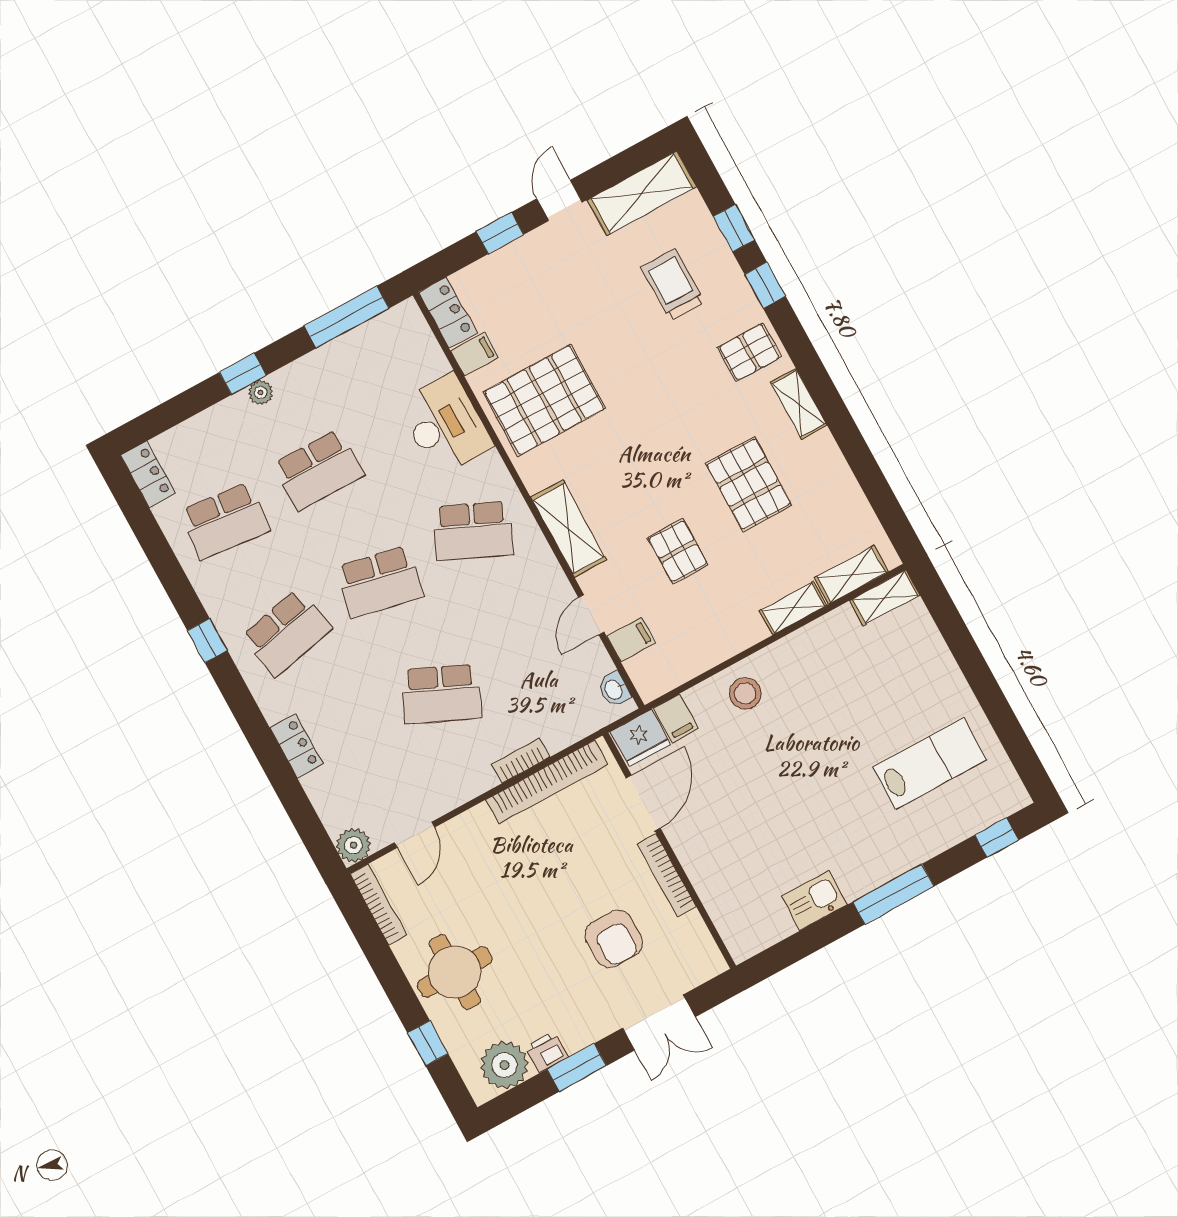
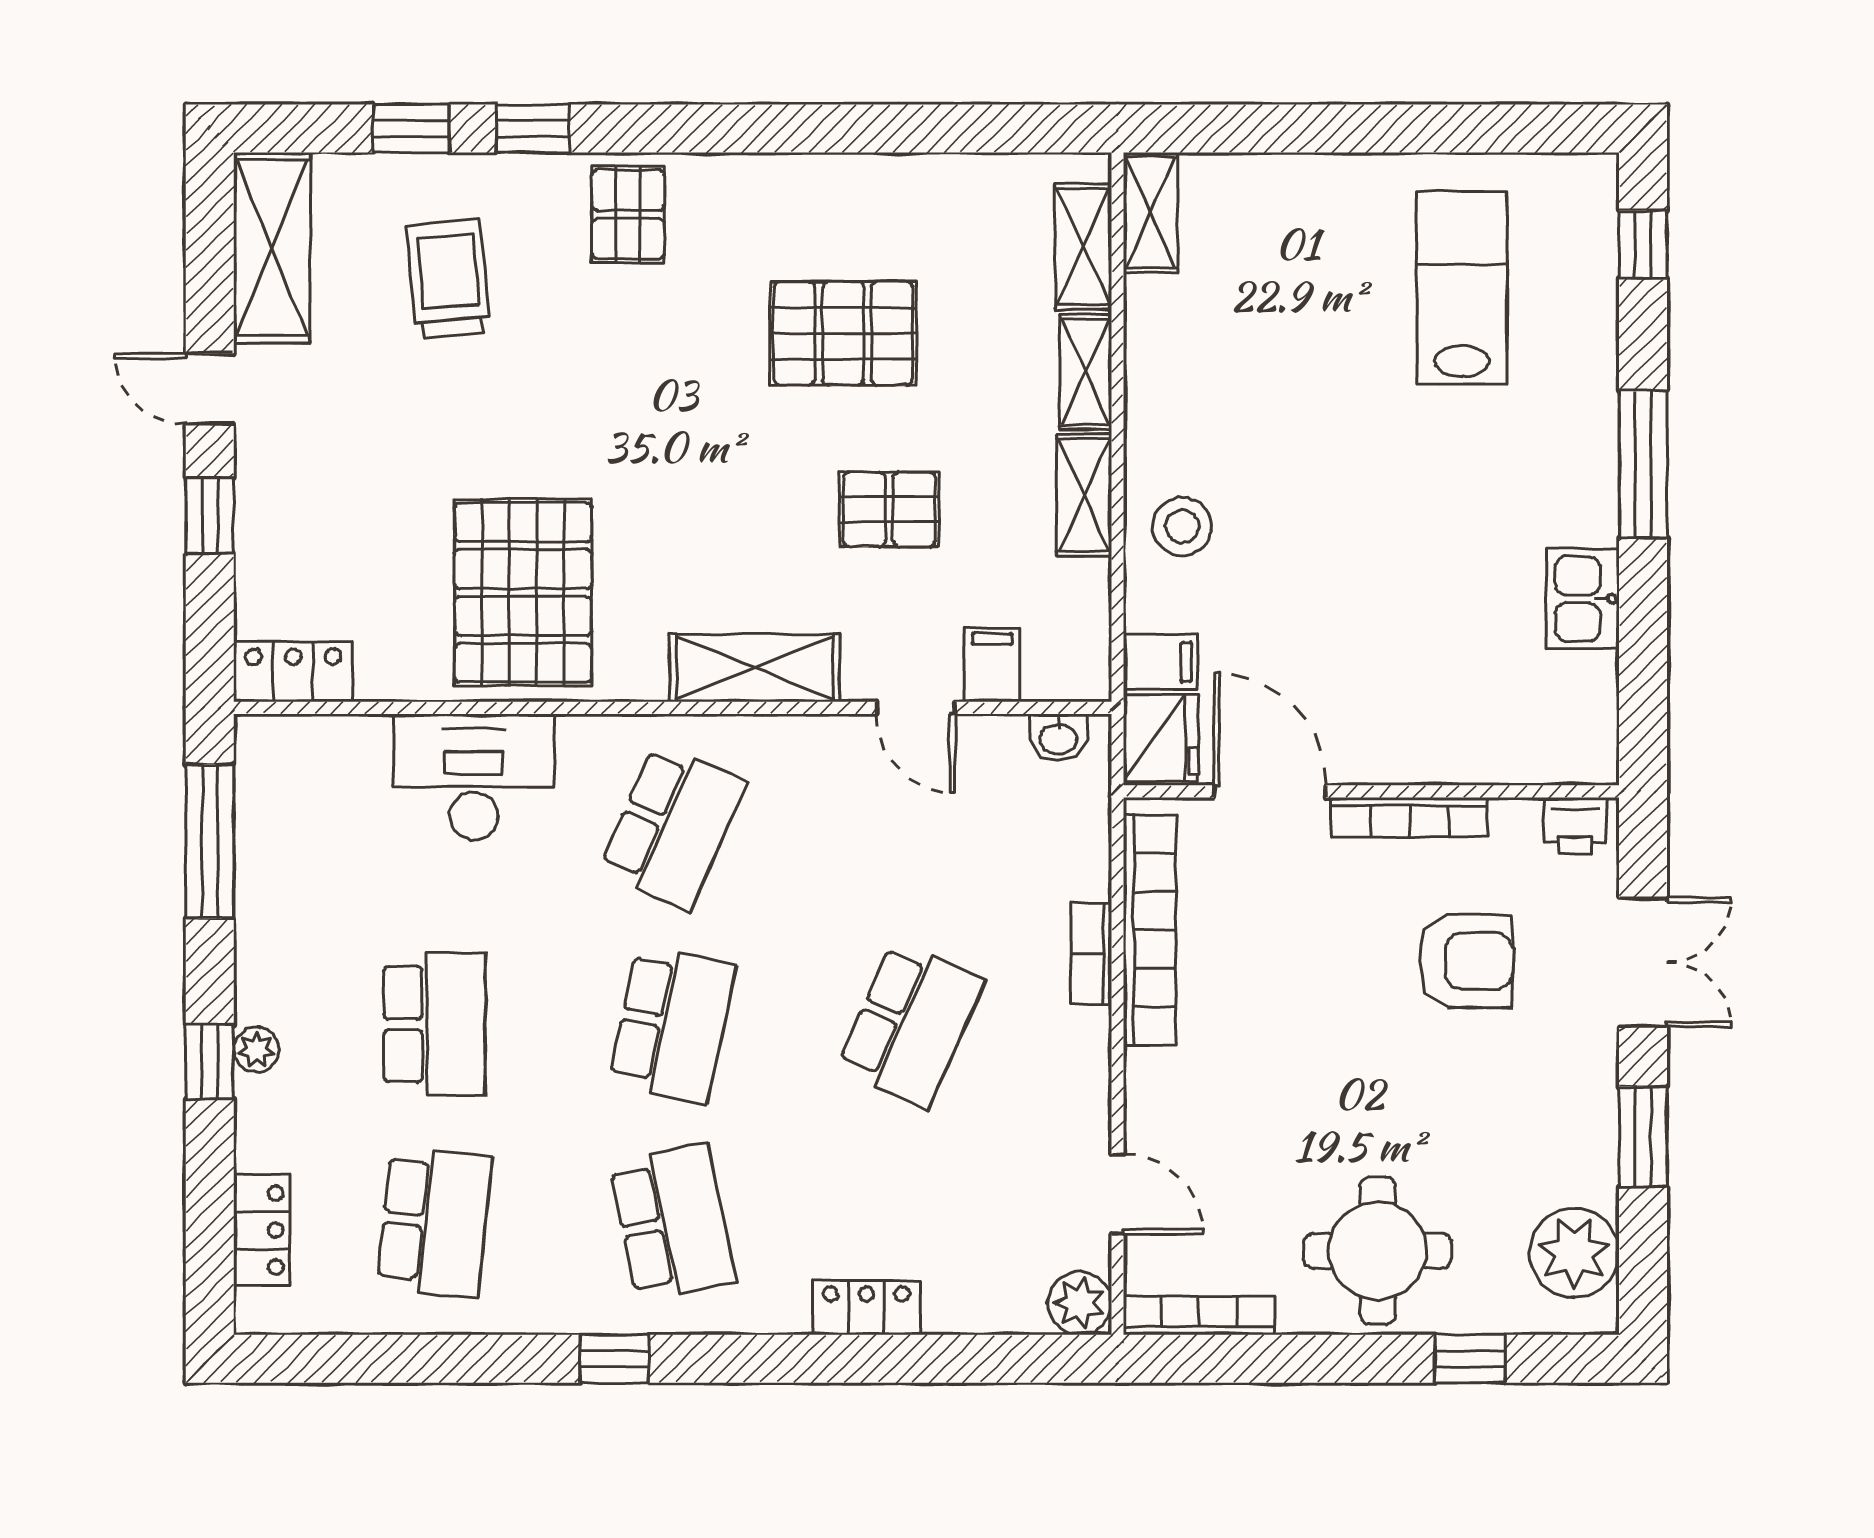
trolley: (673, 285) -> (449, 279), turned 85
filing cabinet: (474, 354) -> (385, 665), removed
shelving: (799, 404) -> (1084, 495), moved, turned 90
locker: (148, 474) -> (262, 1230), moved, turned 90
printer: (547, 1052) -> (1575, 826), moved, turned -90

